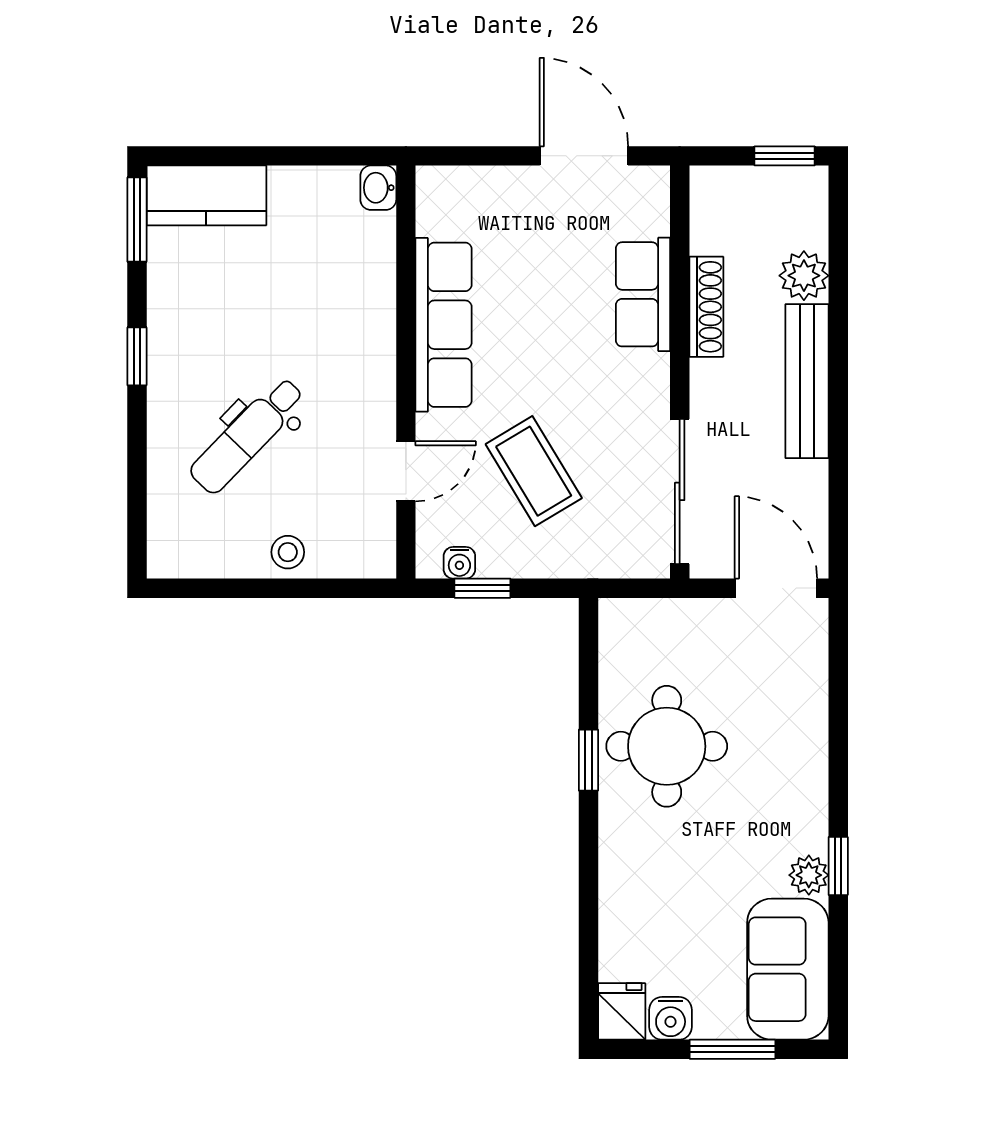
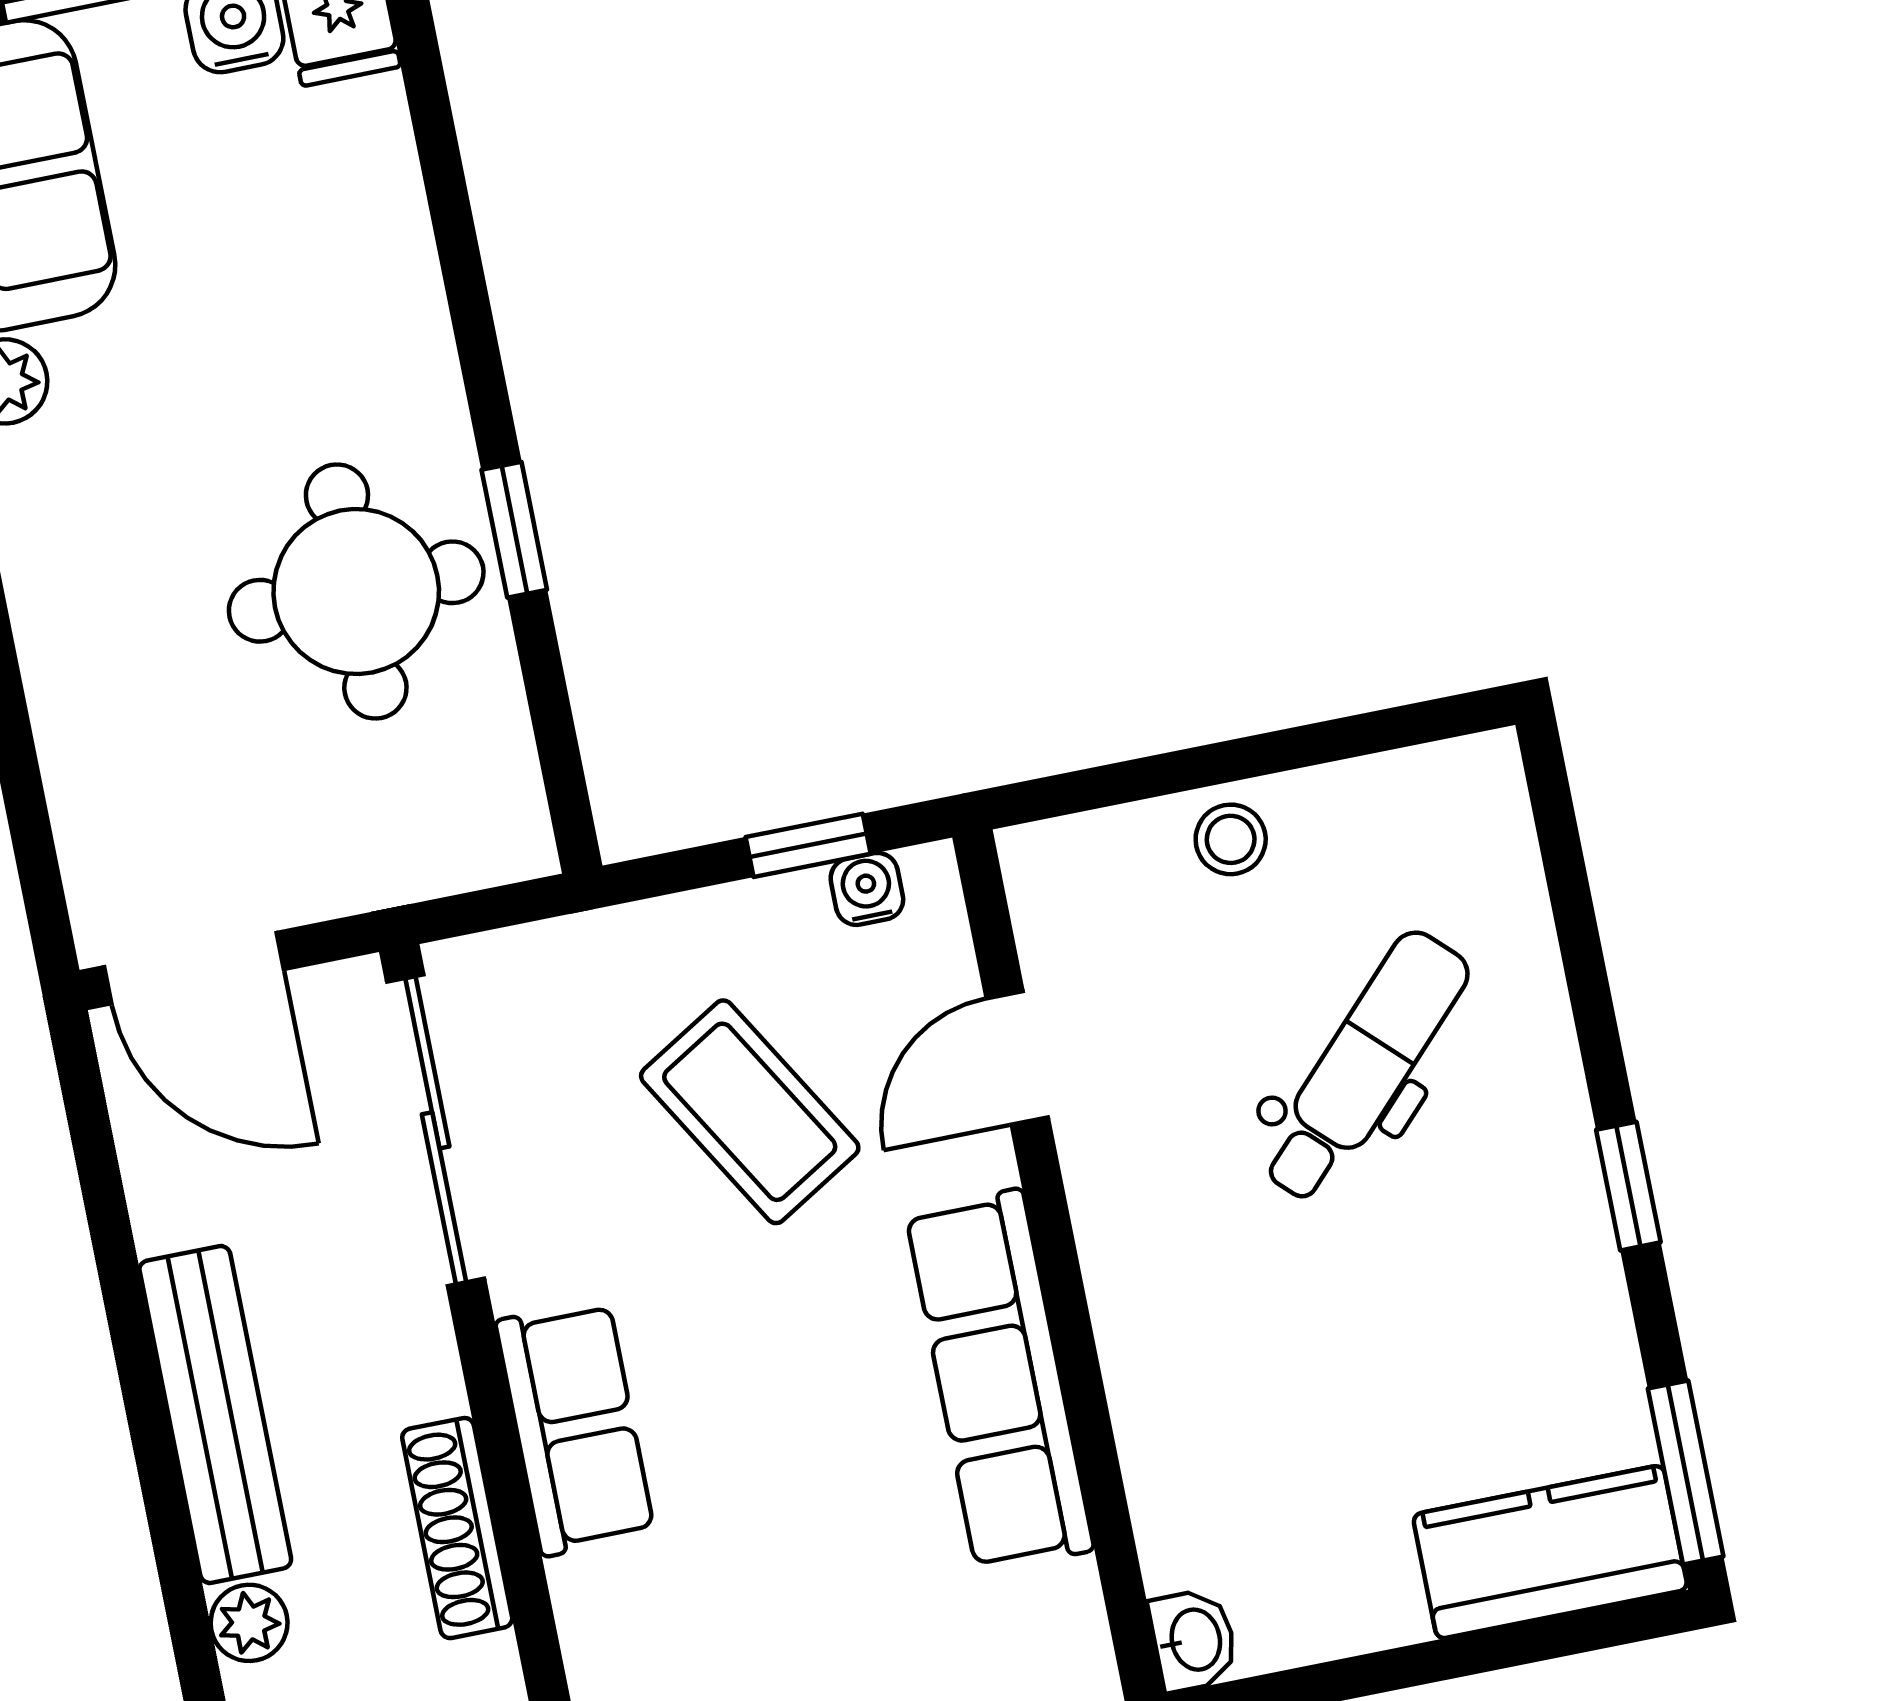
plant: (804, 276) -> (249, 1623), width x0.73, depth x0.73
row of seats: (643, 294) -> (575, 1428), moved

